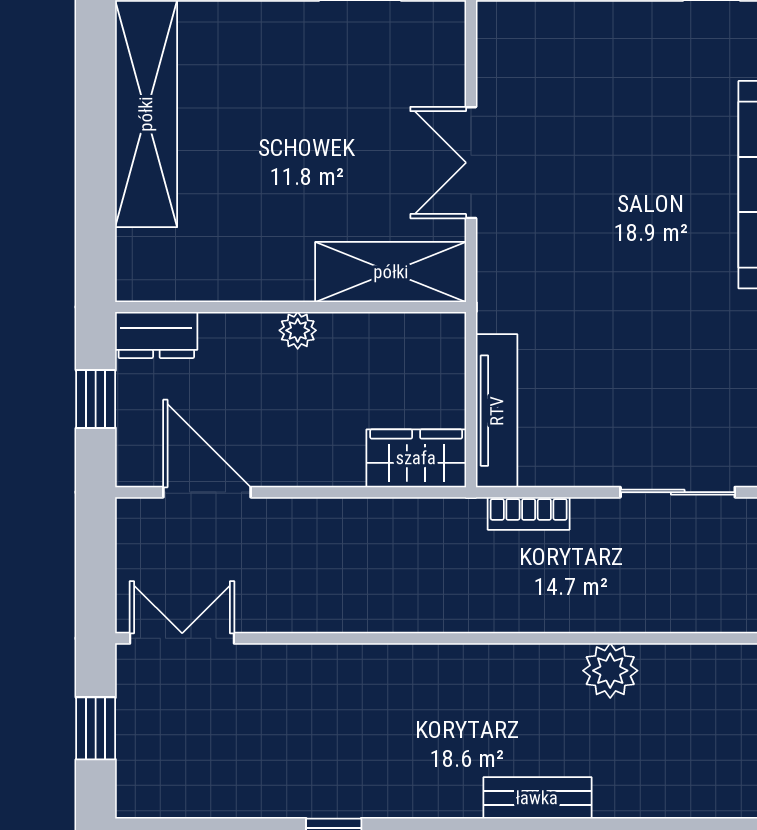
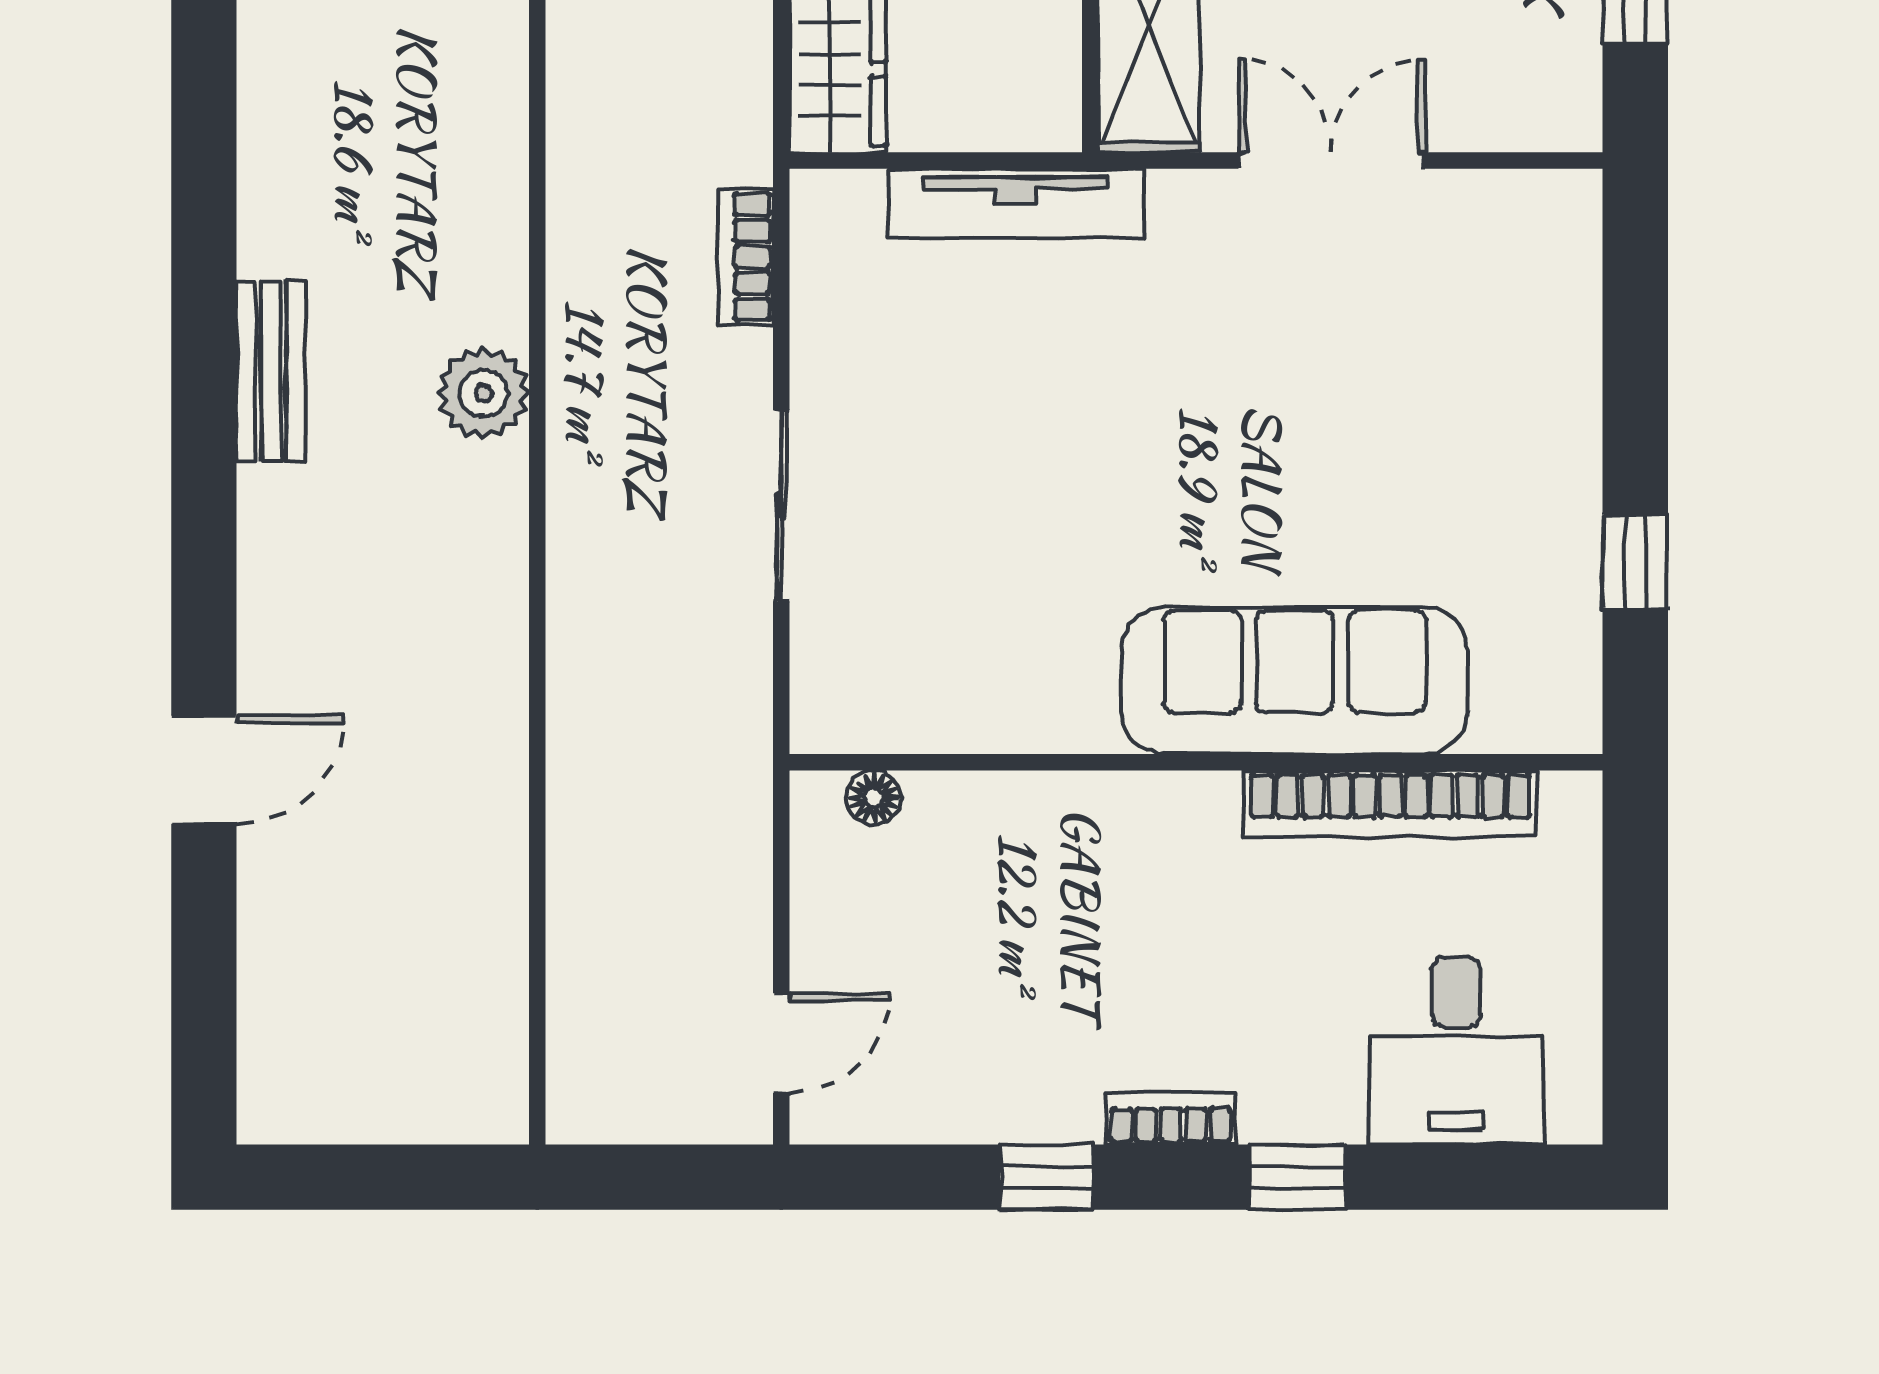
tv unit: (497, 411) -> (1016, 203), moved
bench: (537, 798) -> (271, 372), moved

